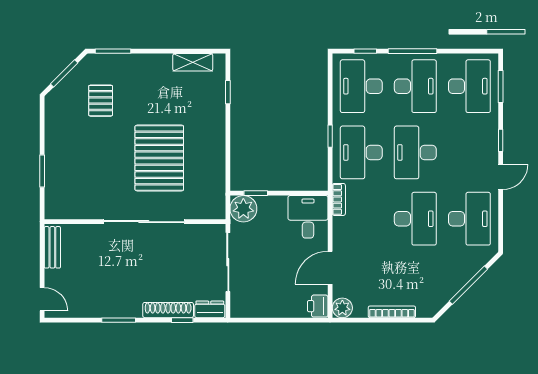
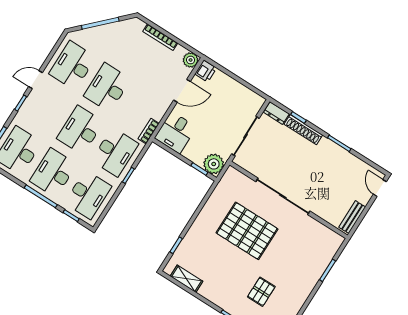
desk: (415, 152) -> (80, 130), turned 180
pallet: (159, 158) -> (247, 231), turned 90

